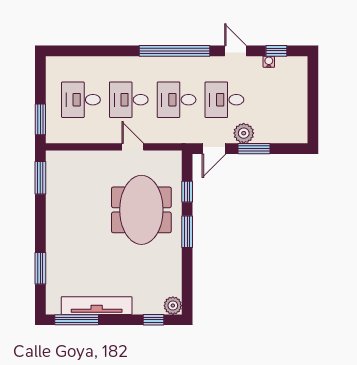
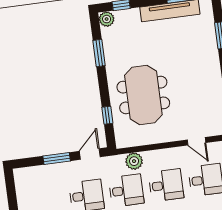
plant: (244, 133) -> (134, 161), moved
door: (133, 147) -> (197, 141), moved
window: (187, 232) -> (99, 53), moved

